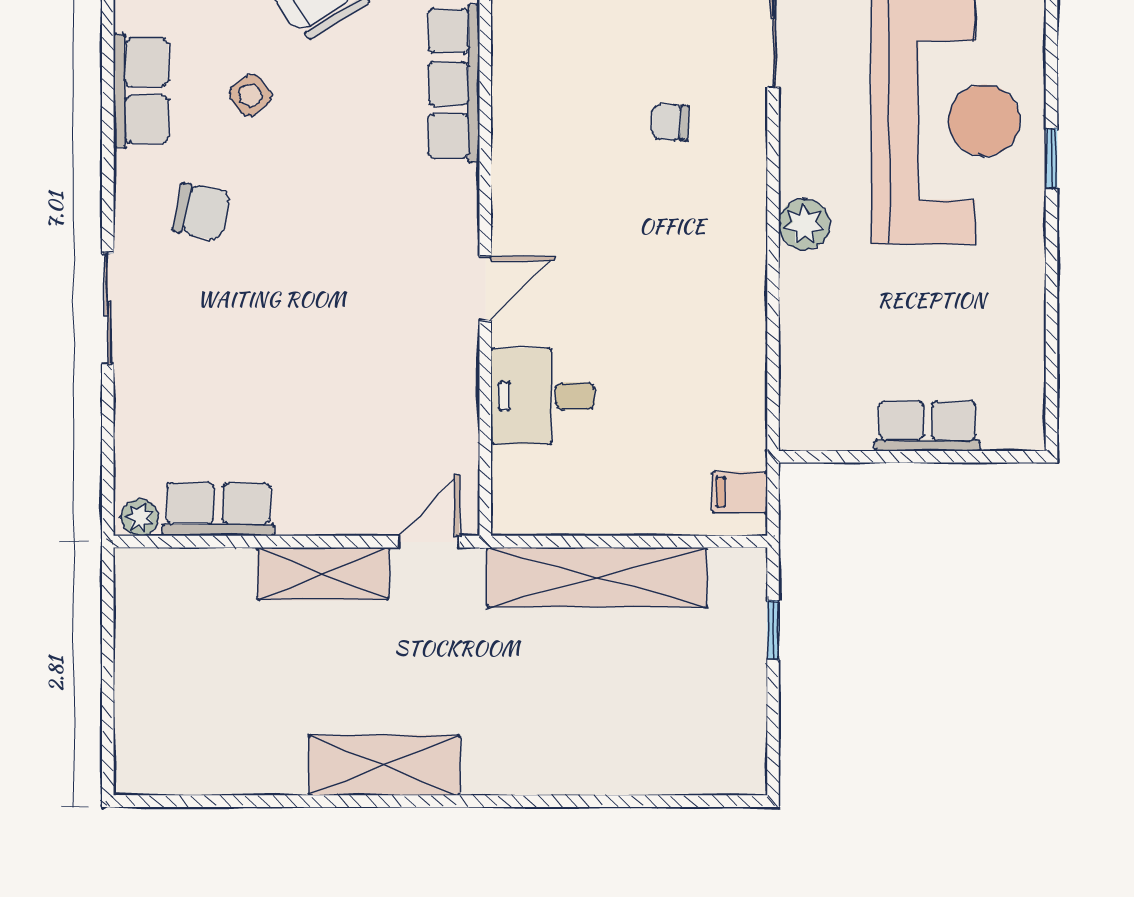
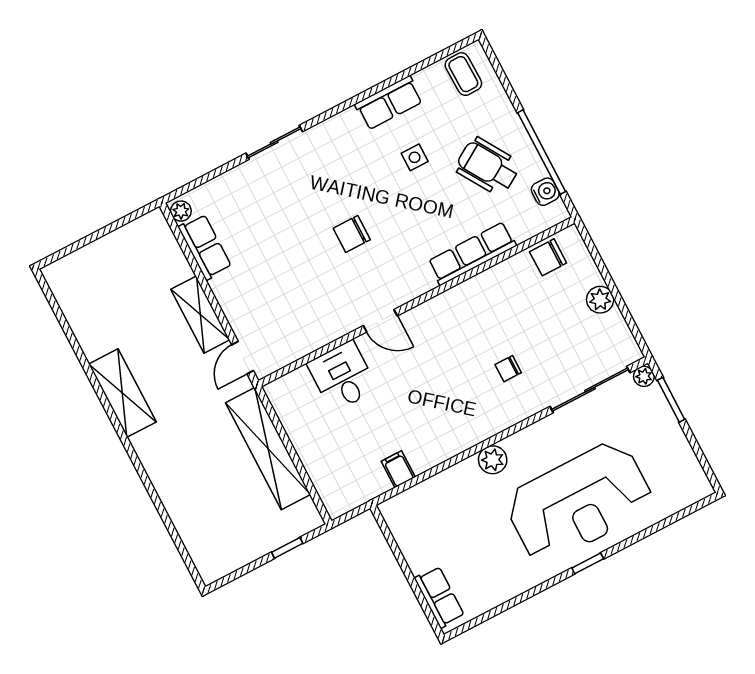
side table: (250, 95) -> (415, 157), turned 37
chair: (670, 122) -> (508, 369), turned -92
chair: (201, 212) -> (352, 234), moved, turned 78
row of seats: (928, 426) -> (439, 597), moved
filing cabinet: (740, 492) -> (398, 469), moved
door: (429, 542) -> (243, 358), swing flipped

